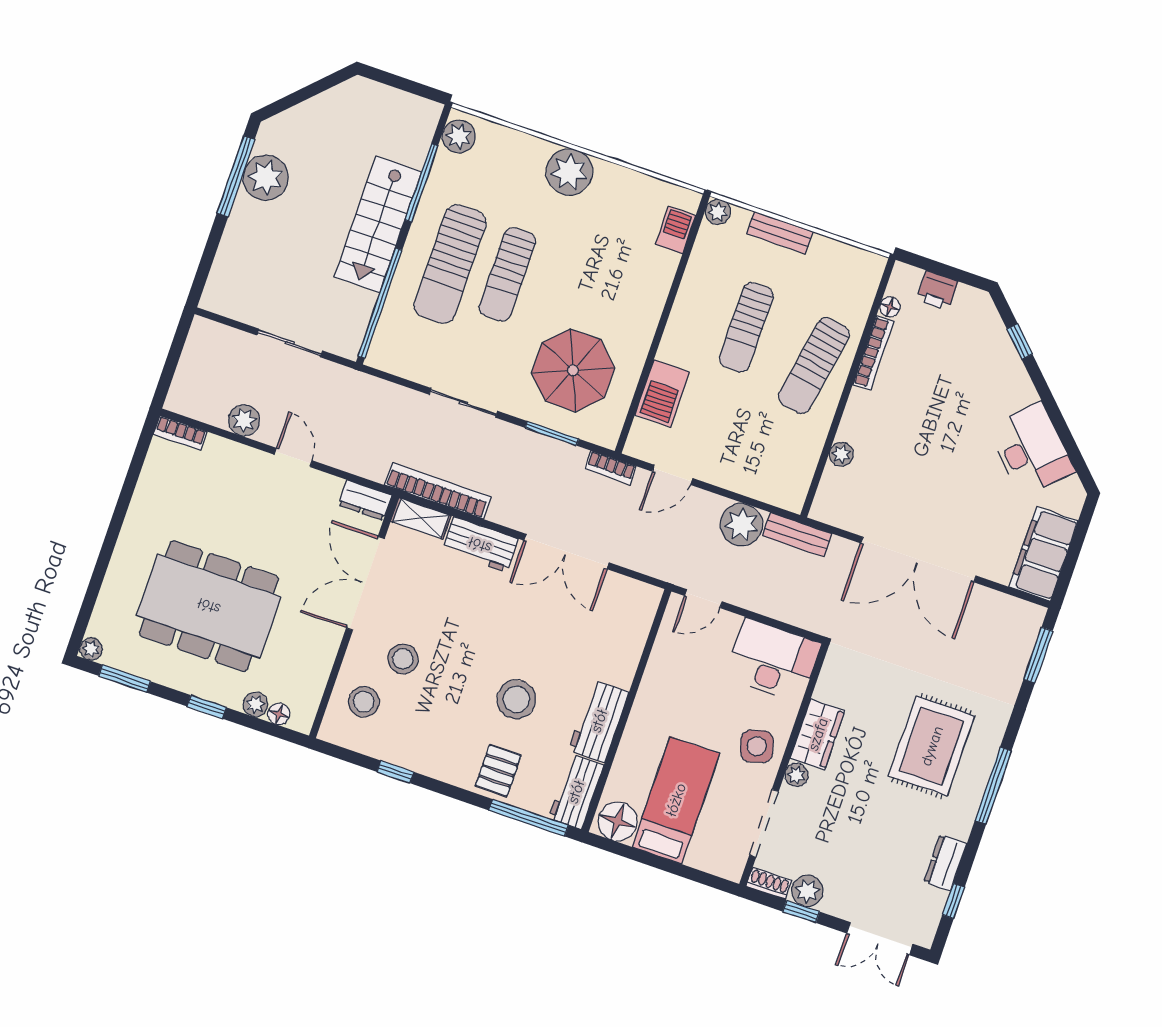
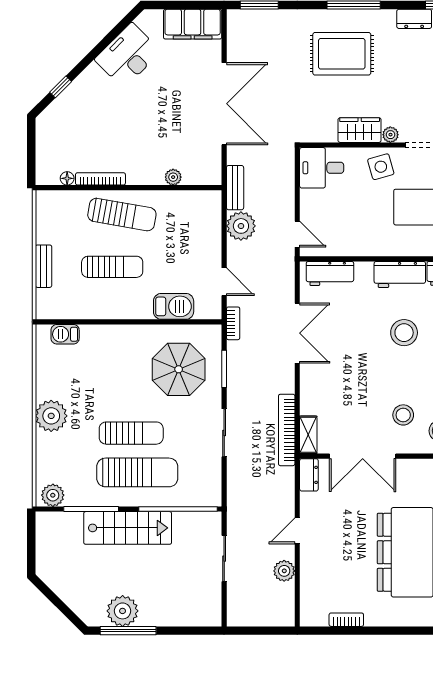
plant: (718, 212) -> (44, 311), removed
printer: (937, 291) -> (46, 152), removed
bookcase: (180, 433) -> (346, 620), moved, turned -90
workbench: (480, 545) -> (330, 274), moved, turned 90
desk: (773, 660) -> (322, 168), width x0.73

